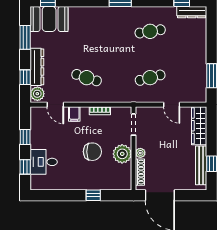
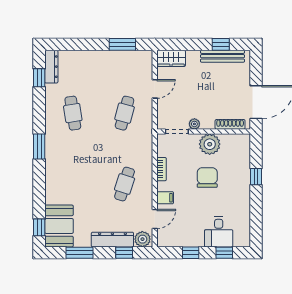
cafe table: (150, 78) -> (125, 113), turned 30
wardrobe: (199, 126) -> (171, 58), width x0.67
plant: (140, 153) -> (194, 124), moved

